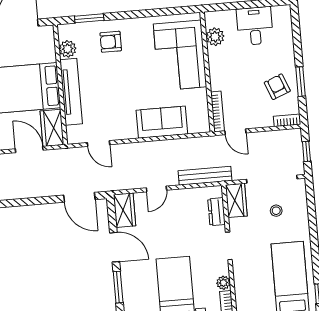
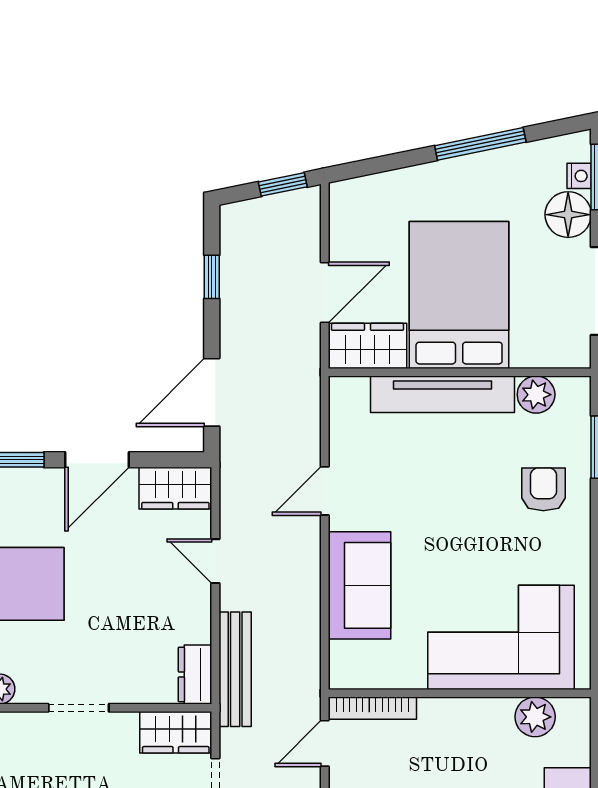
door: (99, 144) -> (325, 491), moved
window: (27, 202) -> (212, 277), added
dresser: (217, 212) -> (195, 674), moved, turned -90

